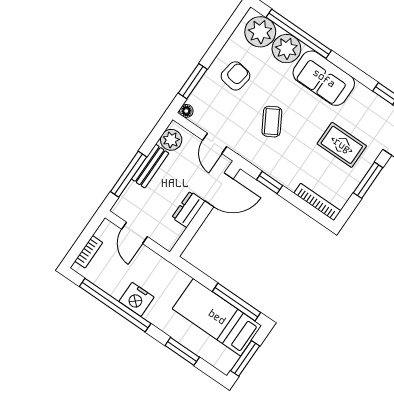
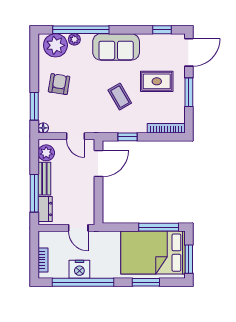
plant: (286, 49) -> (74, 39), width x0.53, depth x0.53
coffee table: (272, 122) -> (120, 97), moved
dresser: (188, 209) -> (45, 209), moved, turned 180
door: (134, 233) -> (78, 228), moved
nightstand: (136, 299) -> (79, 269), moved
bed: (217, 317) -> (153, 253), width x1.50

